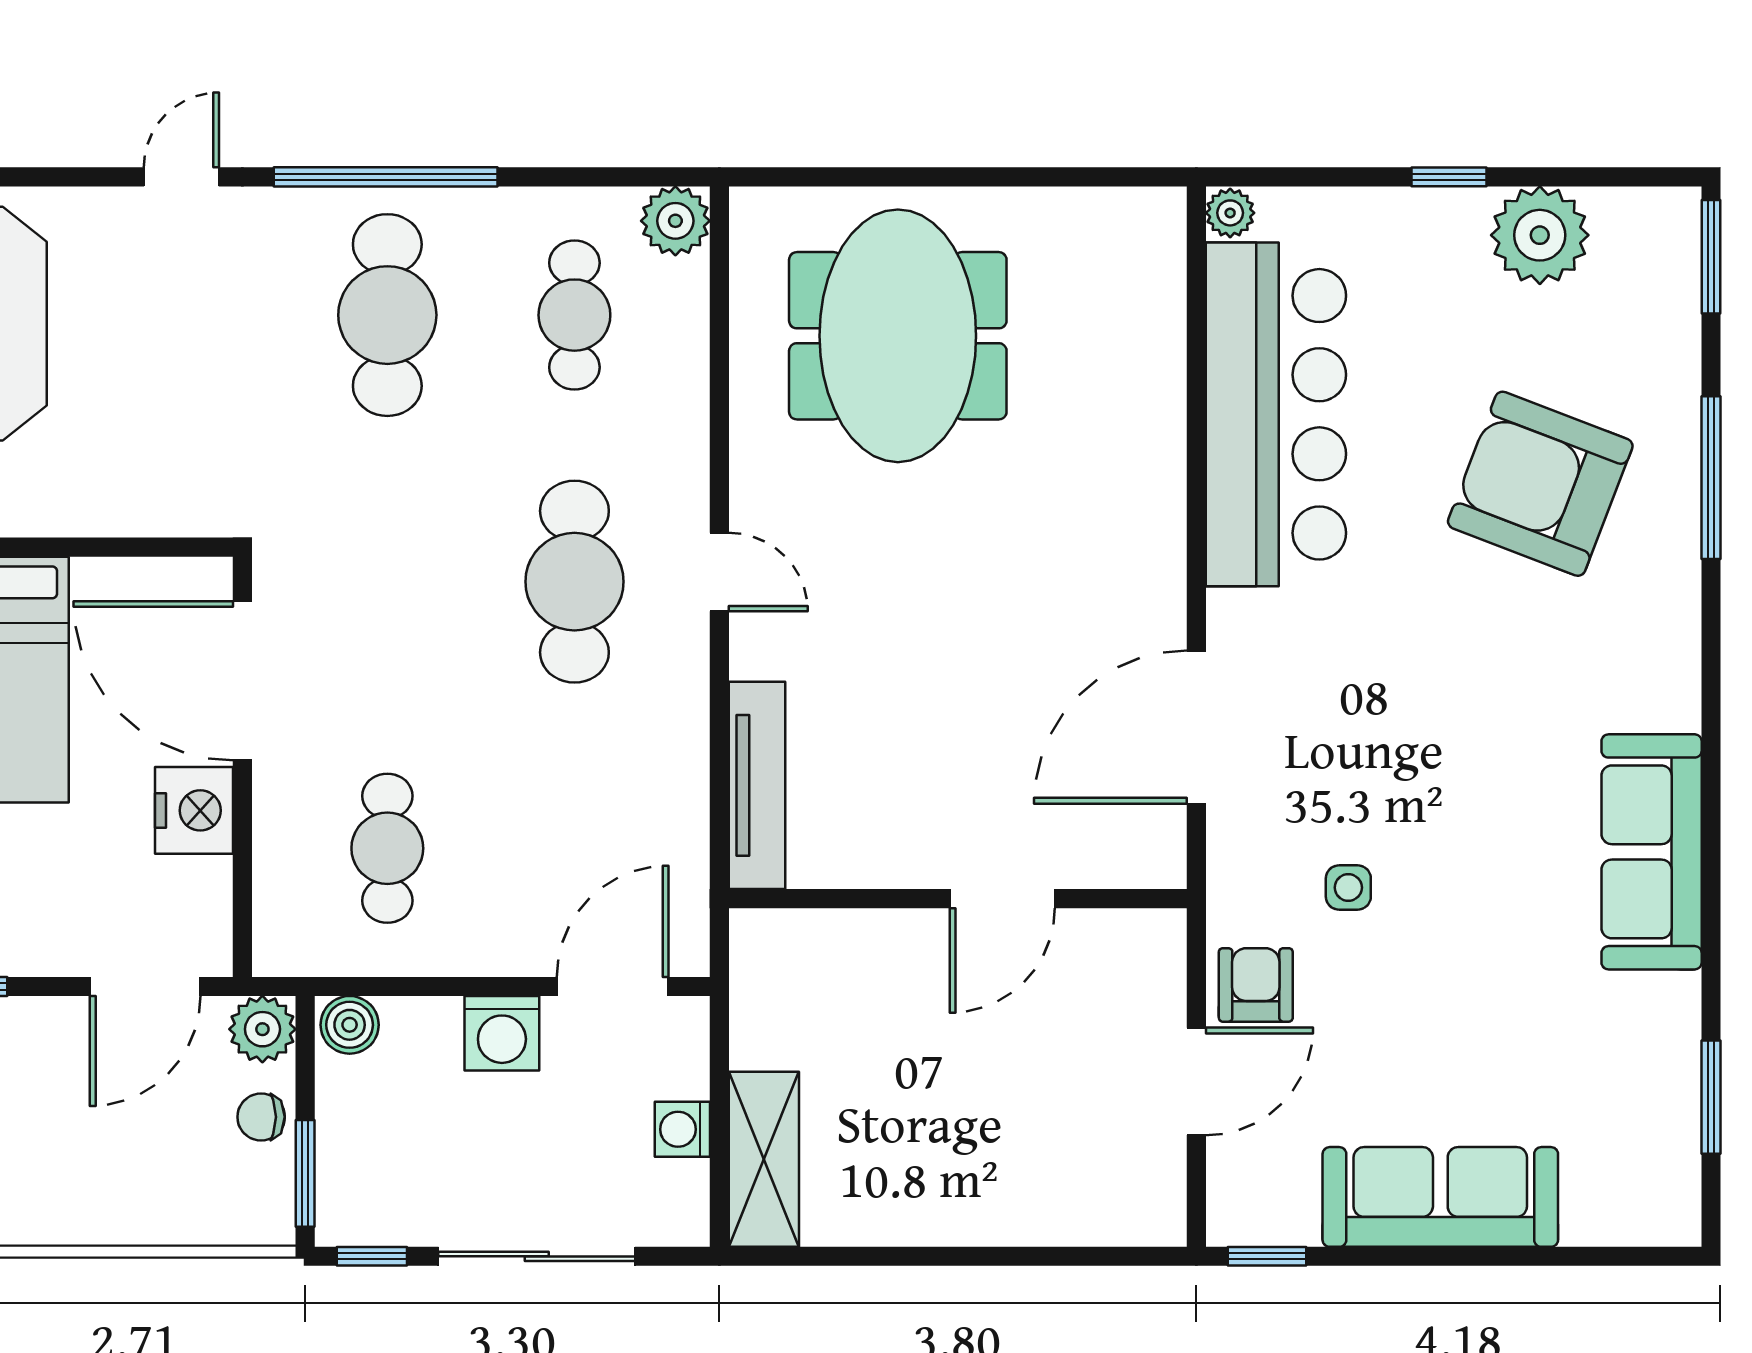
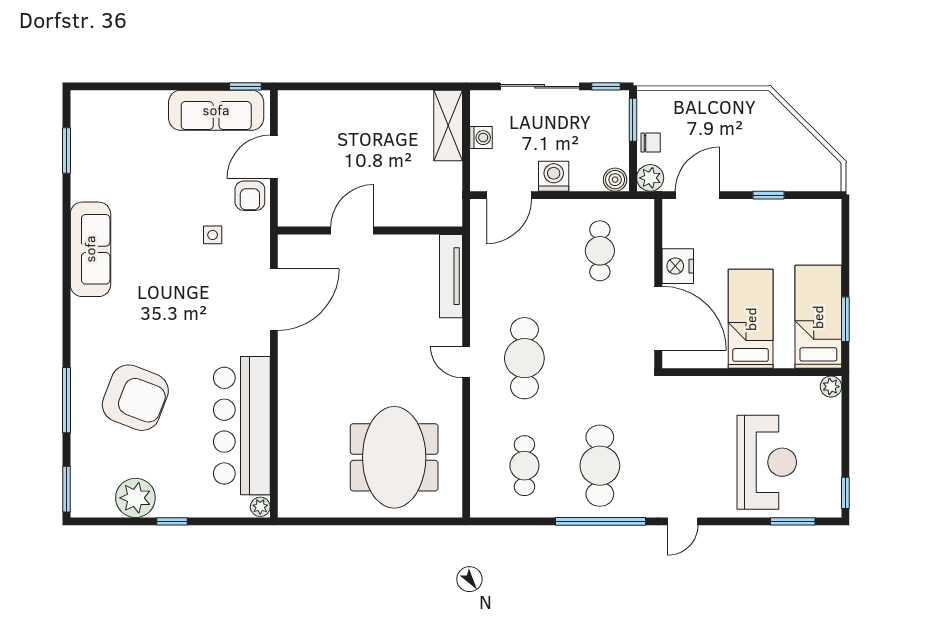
plant: (675, 221) -> (484, 504), removed
sofa: (1440, 1197) -> (216, 110), moved

